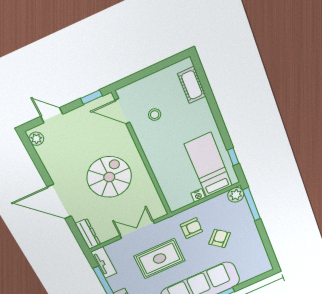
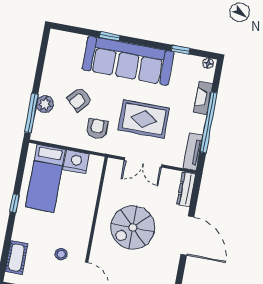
window: (233, 157) -> (15, 203), moved
nightstand: (198, 195) -> (76, 162), width x1.89, depth x1.79
plant: (236, 195) -> (45, 104), moved
armchair: (191, 228) -> (97, 129), turned 90

